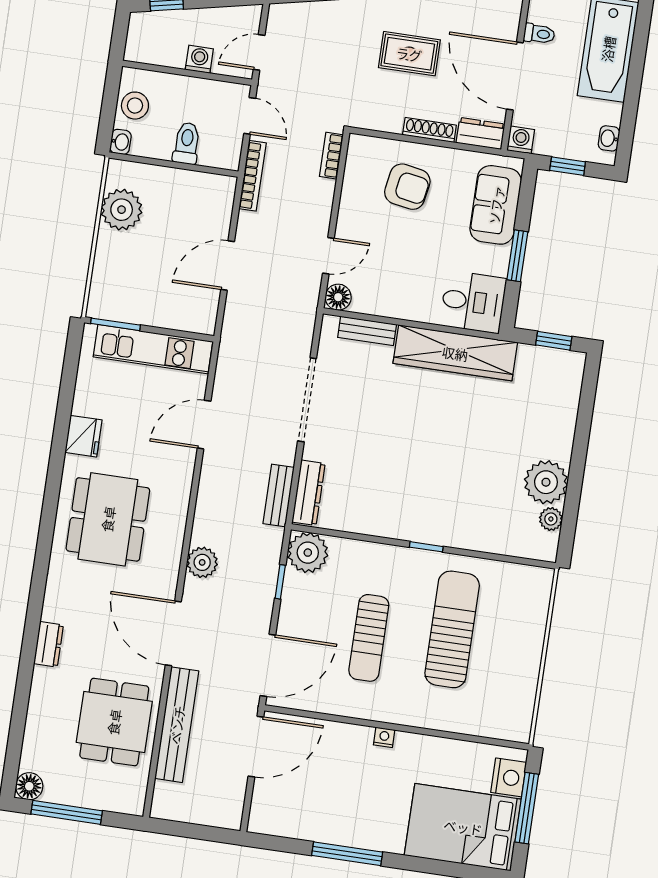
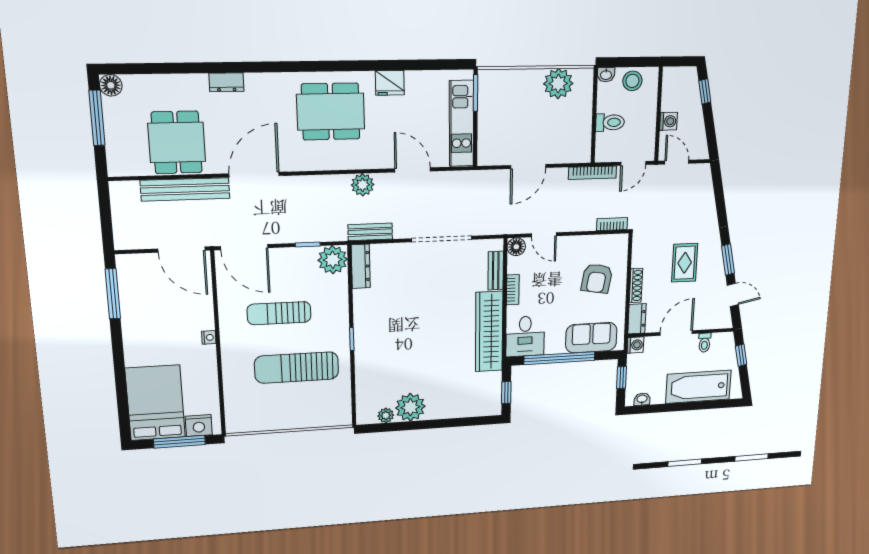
door: (515, 76) -> (676, 333), width x0.73
window: (517, 256) -> (559, 358), width x2.11
door: (228, 265) -> (528, 167), swing flipped
bookcase: (400, 310) -> (513, 290), added
dresser: (309, 493) -> (361, 266), moved, turned -90
plant: (202, 562) -> (363, 185), moved
sun lounger: (452, 629) -> (297, 368), turned 180
dining table: (114, 722) -> (177, 142), turned 90
window: (347, 854) -> (113, 294), moved

